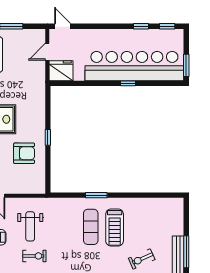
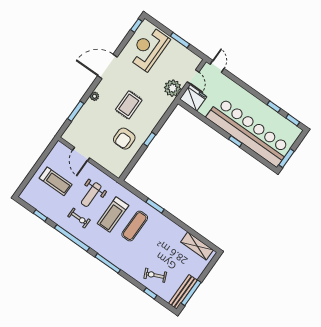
door: (47, 52) -> (193, 77), swing flipped
plant: (36, 75) -> (173, 88), added
armchair: (24, 153) -> (124, 139), turned 90
shelving: (161, 205) -> (197, 246), added
treadmill: (115, 228) -> (113, 215), moved

